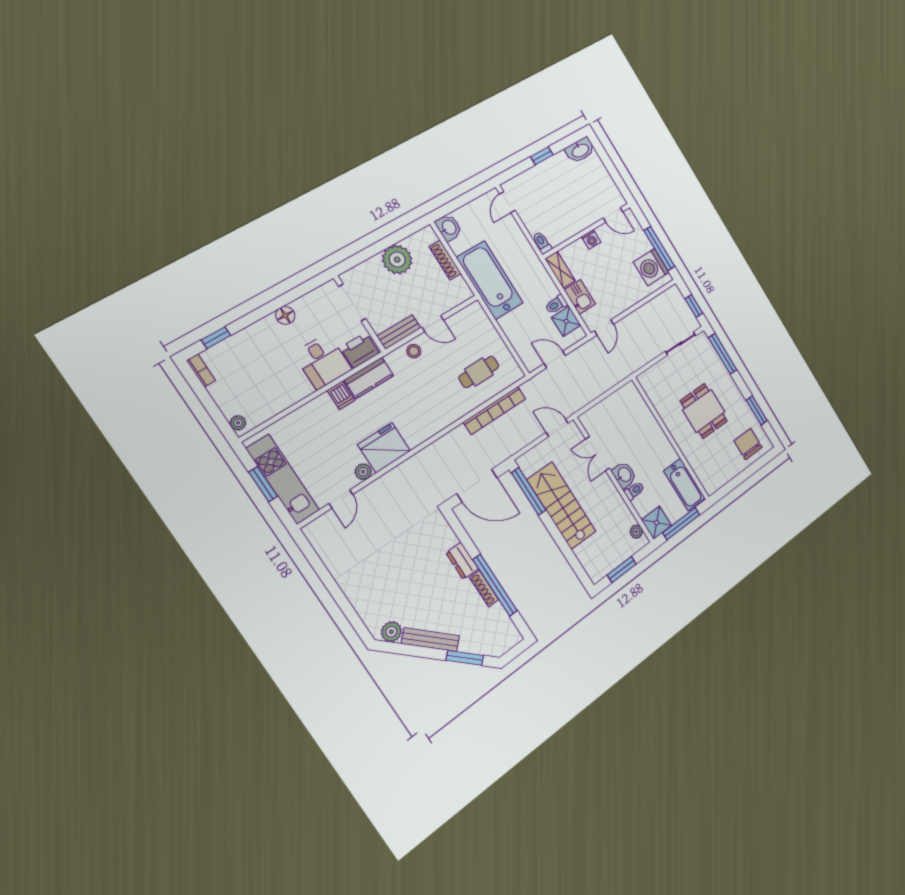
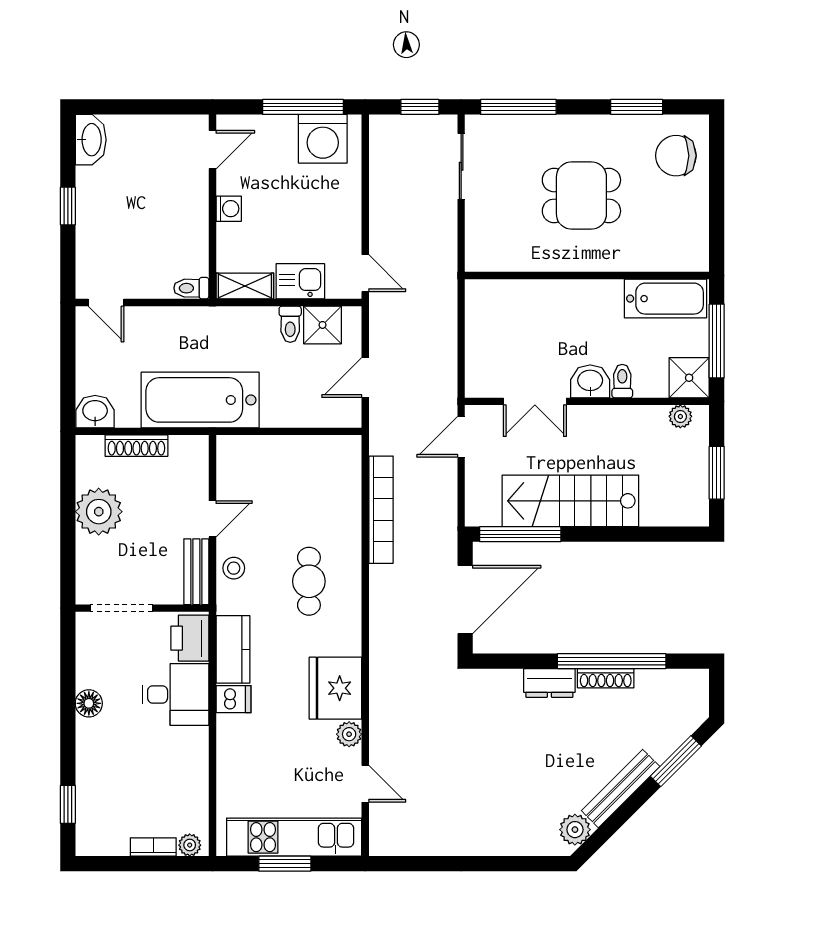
bookcase: (201, 370) -> (153, 847), moved
cafe table: (479, 372) -> (309, 581), moved

